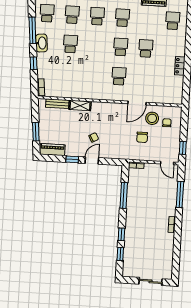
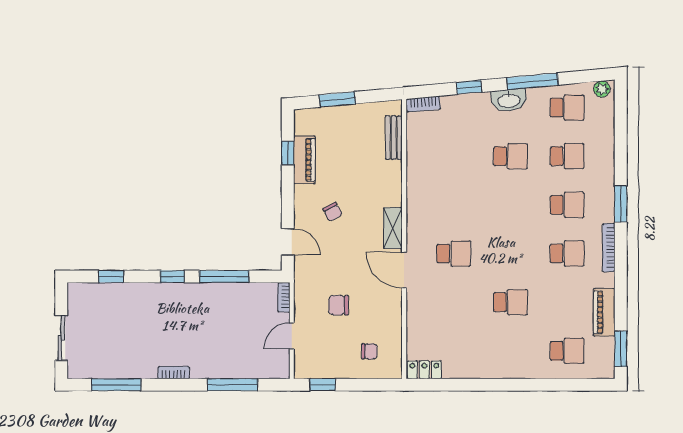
school desk: (121, 47) -> (510, 253), removed
locker: (180, 66) -> (424, 370), moved
door: (137, 103) -> (404, 270), moved
shelving: (80, 105) -> (393, 228), moved
stool: (152, 118) -> (376, 322), removed
piano: (52, 150) -> (304, 160), moved
window: (72, 159) -> (288, 153), moved
door: (92, 161) -> (288, 242), moved
door: (167, 163) -> (292, 336), moved
window: (121, 234) -> (172, 276), moved
window: (176, 255) -> (116, 385), added

